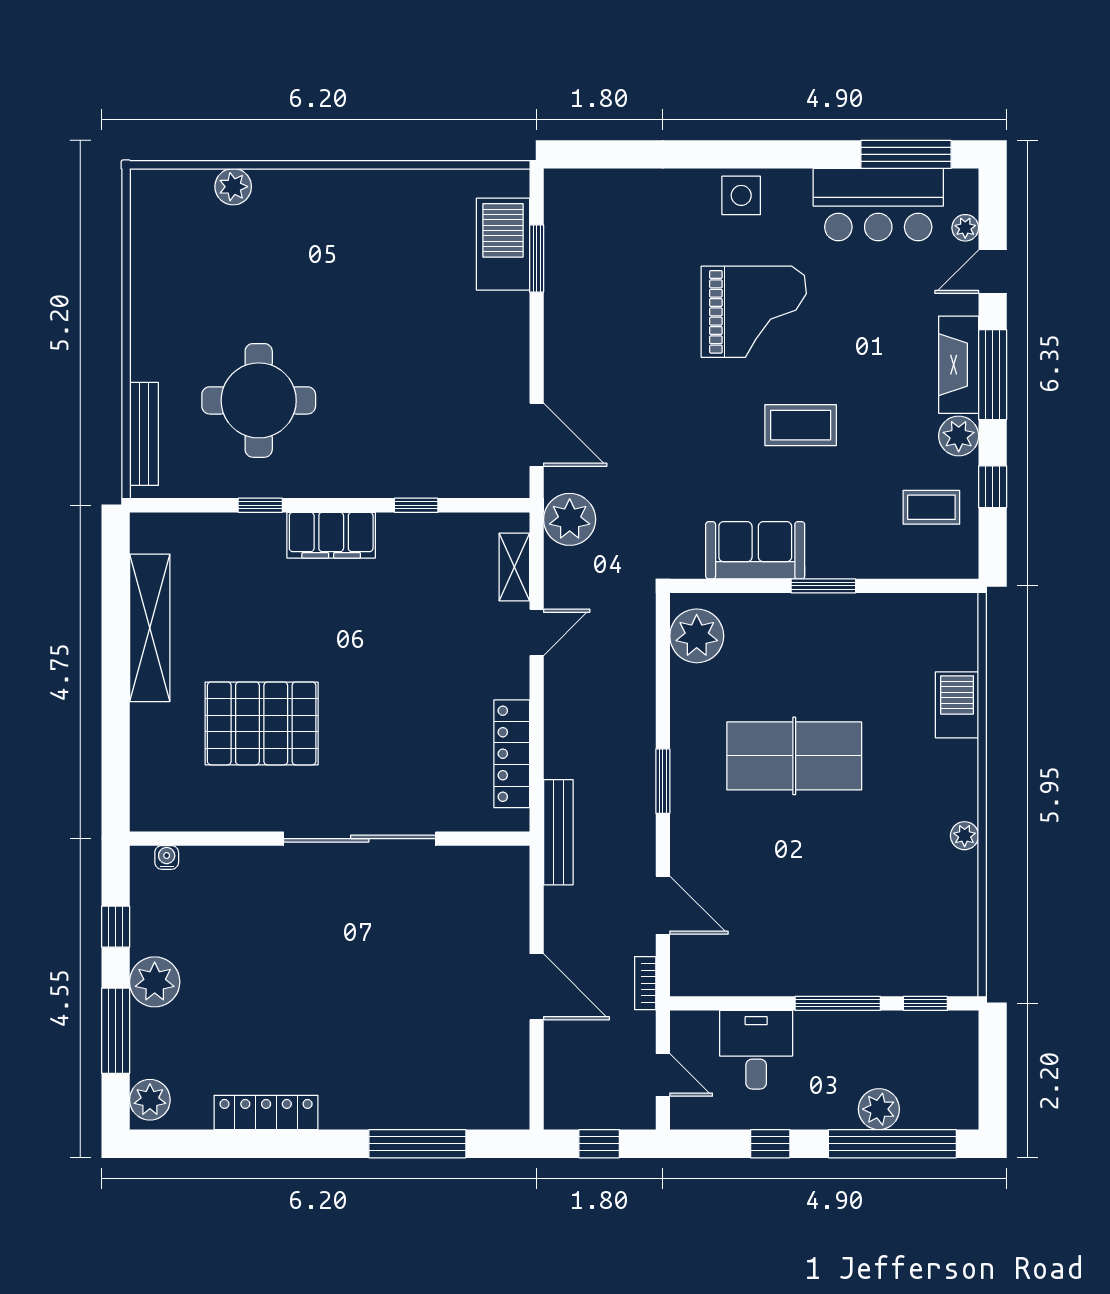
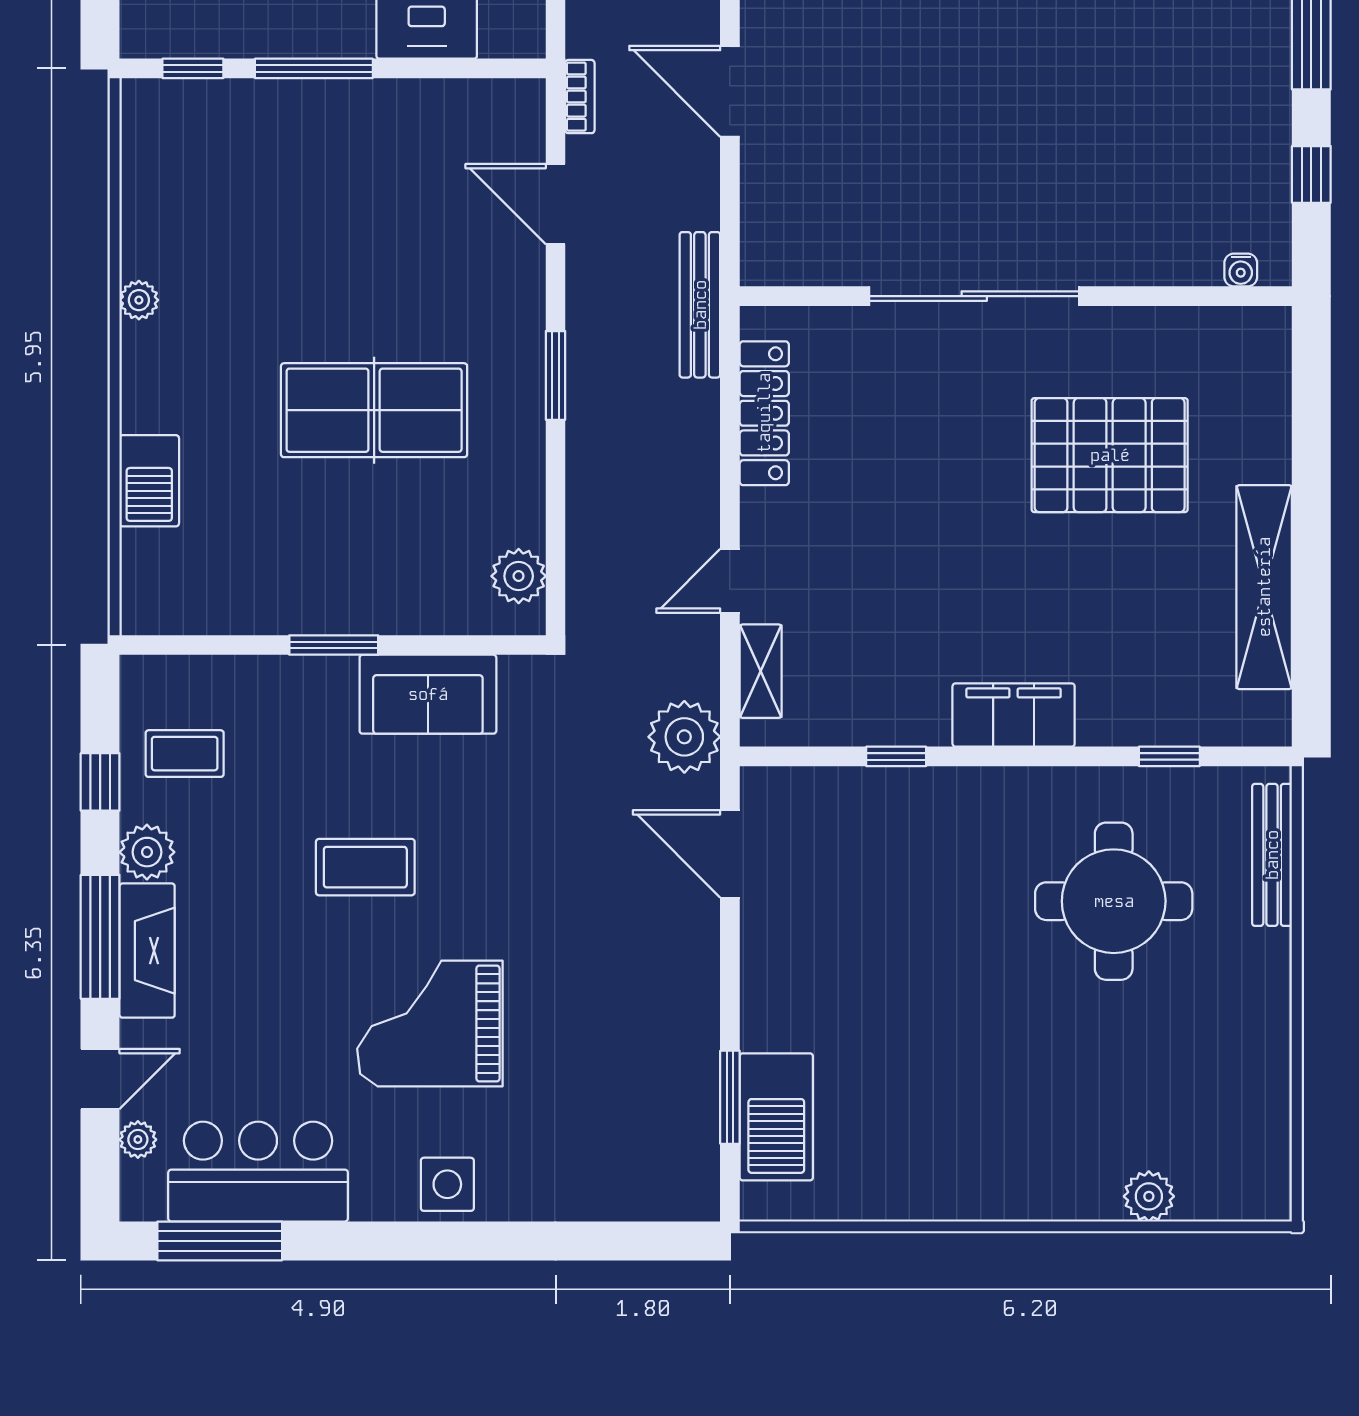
window: (260, 505) -> (1169, 756), moved
plant: (697, 636) -> (519, 576), width x0.73, depth x0.73
plant: (155, 982) -> (1257, 98), removed

